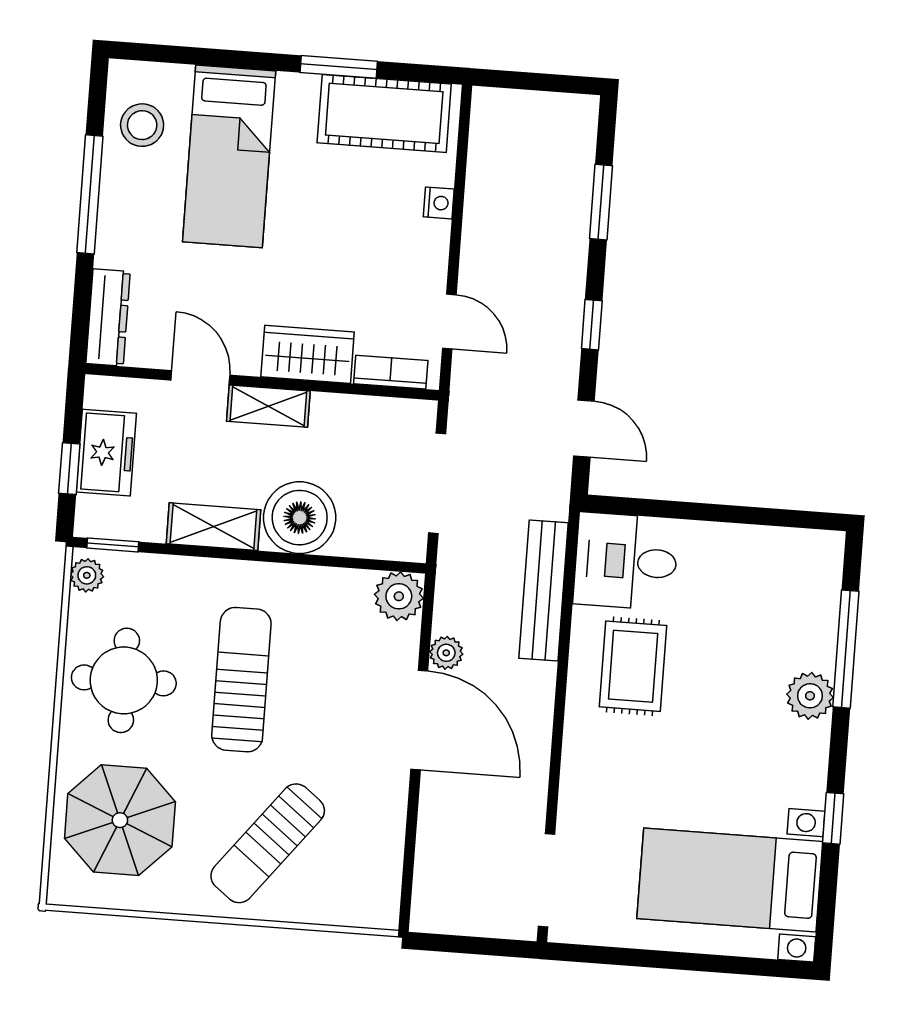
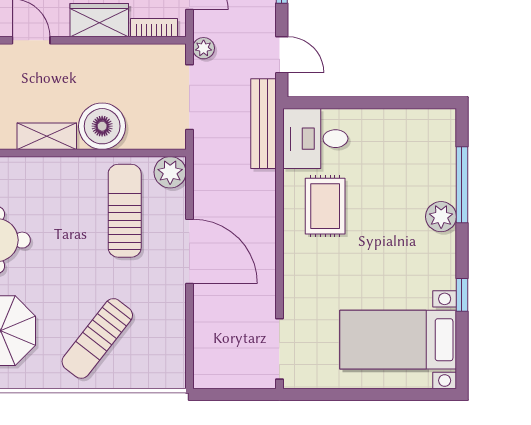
shelving: (268, 406) -> (76, 56), removed
bench: (544, 590) -> (263, 124), moved
plant: (446, 653) -> (204, 48), moved
sun lounger: (241, 680) -> (125, 211), moved

